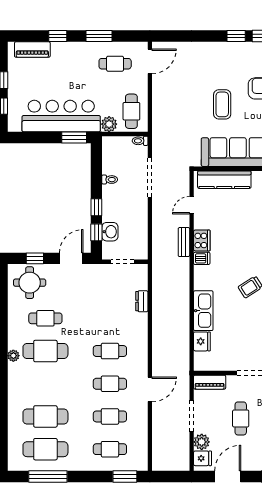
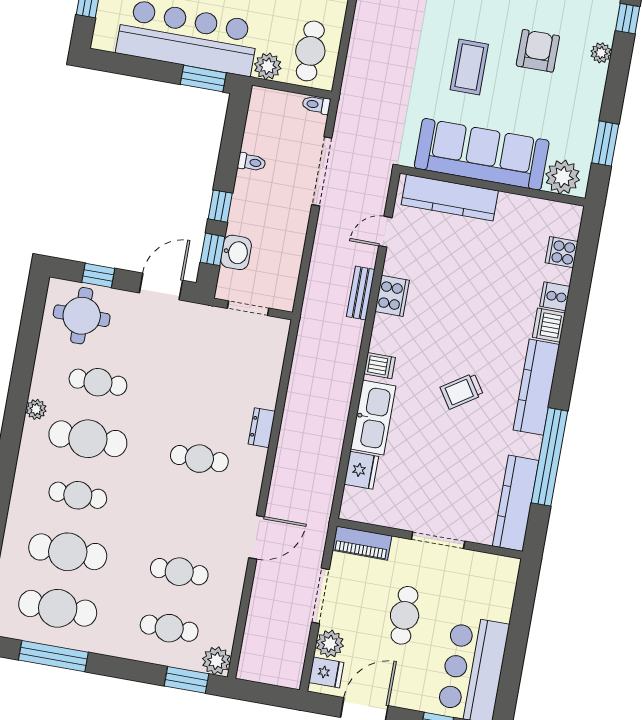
dishwasher: (202, 258) -> (380, 366), moved
dresser: (142, 301) -> (262, 428), moved
plant: (13, 356) -> (36, 409), moved
cafe table: (110, 384) -> (78, 495), moved
plant: (140, 463) -> (216, 661), added

